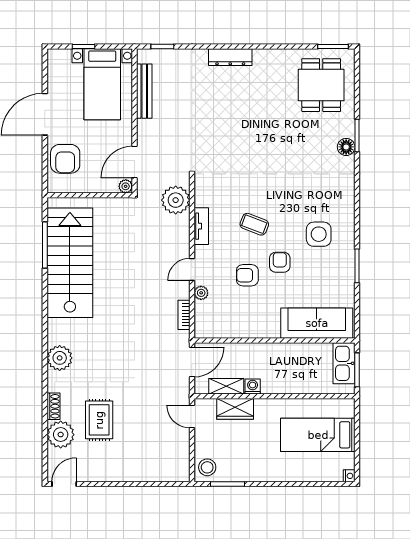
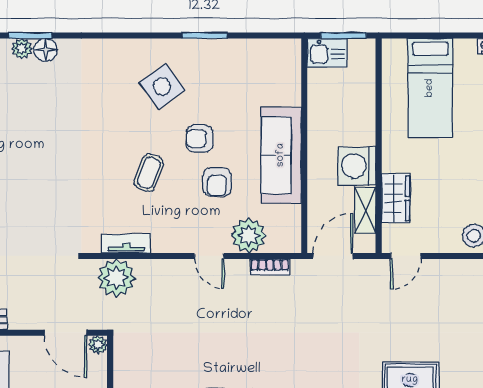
plant: (347, 129) -> (22, 49), added
tv unit: (201, 226) -> (126, 244), moved
side table: (319, 234) -> (162, 87), turned -36
plant: (201, 293) -> (249, 235), width x1.88, depth x1.88
sofa: (317, 323) -> (281, 155), moved
door: (192, 362) -> (333, 256), hinge flipped
kitchen sink: (344, 363) -> (327, 53), width x0.73
washing machine: (253, 387) -> (357, 166), width x1.89, depth x1.89

